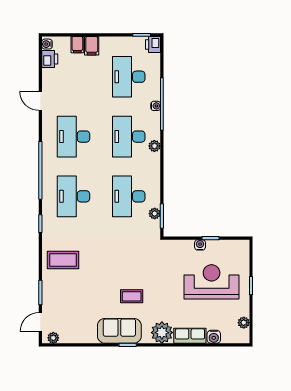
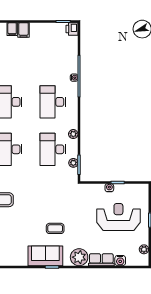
desk: (129, 77) -> (53, 55), removed
plant: (154, 146) -> (73, 134), moved

